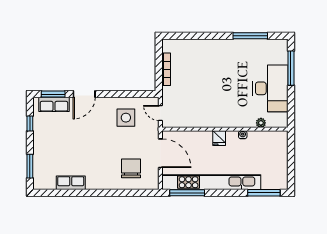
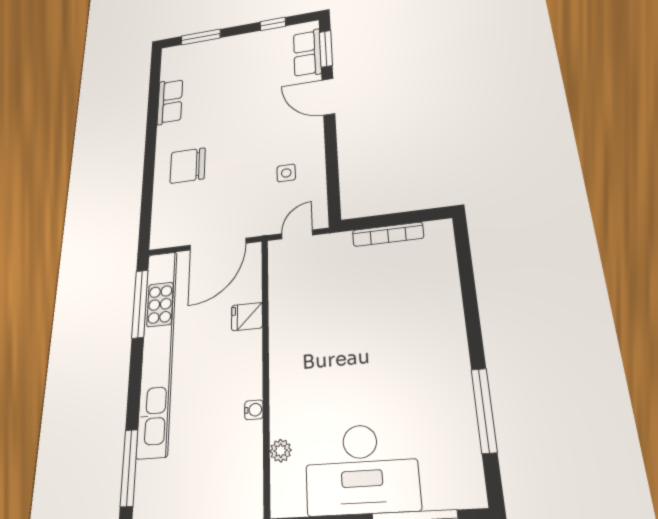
side table: (126, 118) -> (286, 173), width x0.54, depth x0.54
fridge: (219, 138) -> (247, 317), moved
chair: (131, 168) -> (188, 166), moved, turned 180

